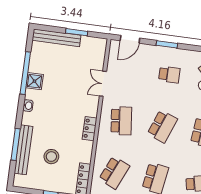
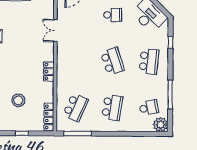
school desk: (121, 121) -> (76, 61), removed
school desk: (162, 126) -> (112, 61), turned -39

